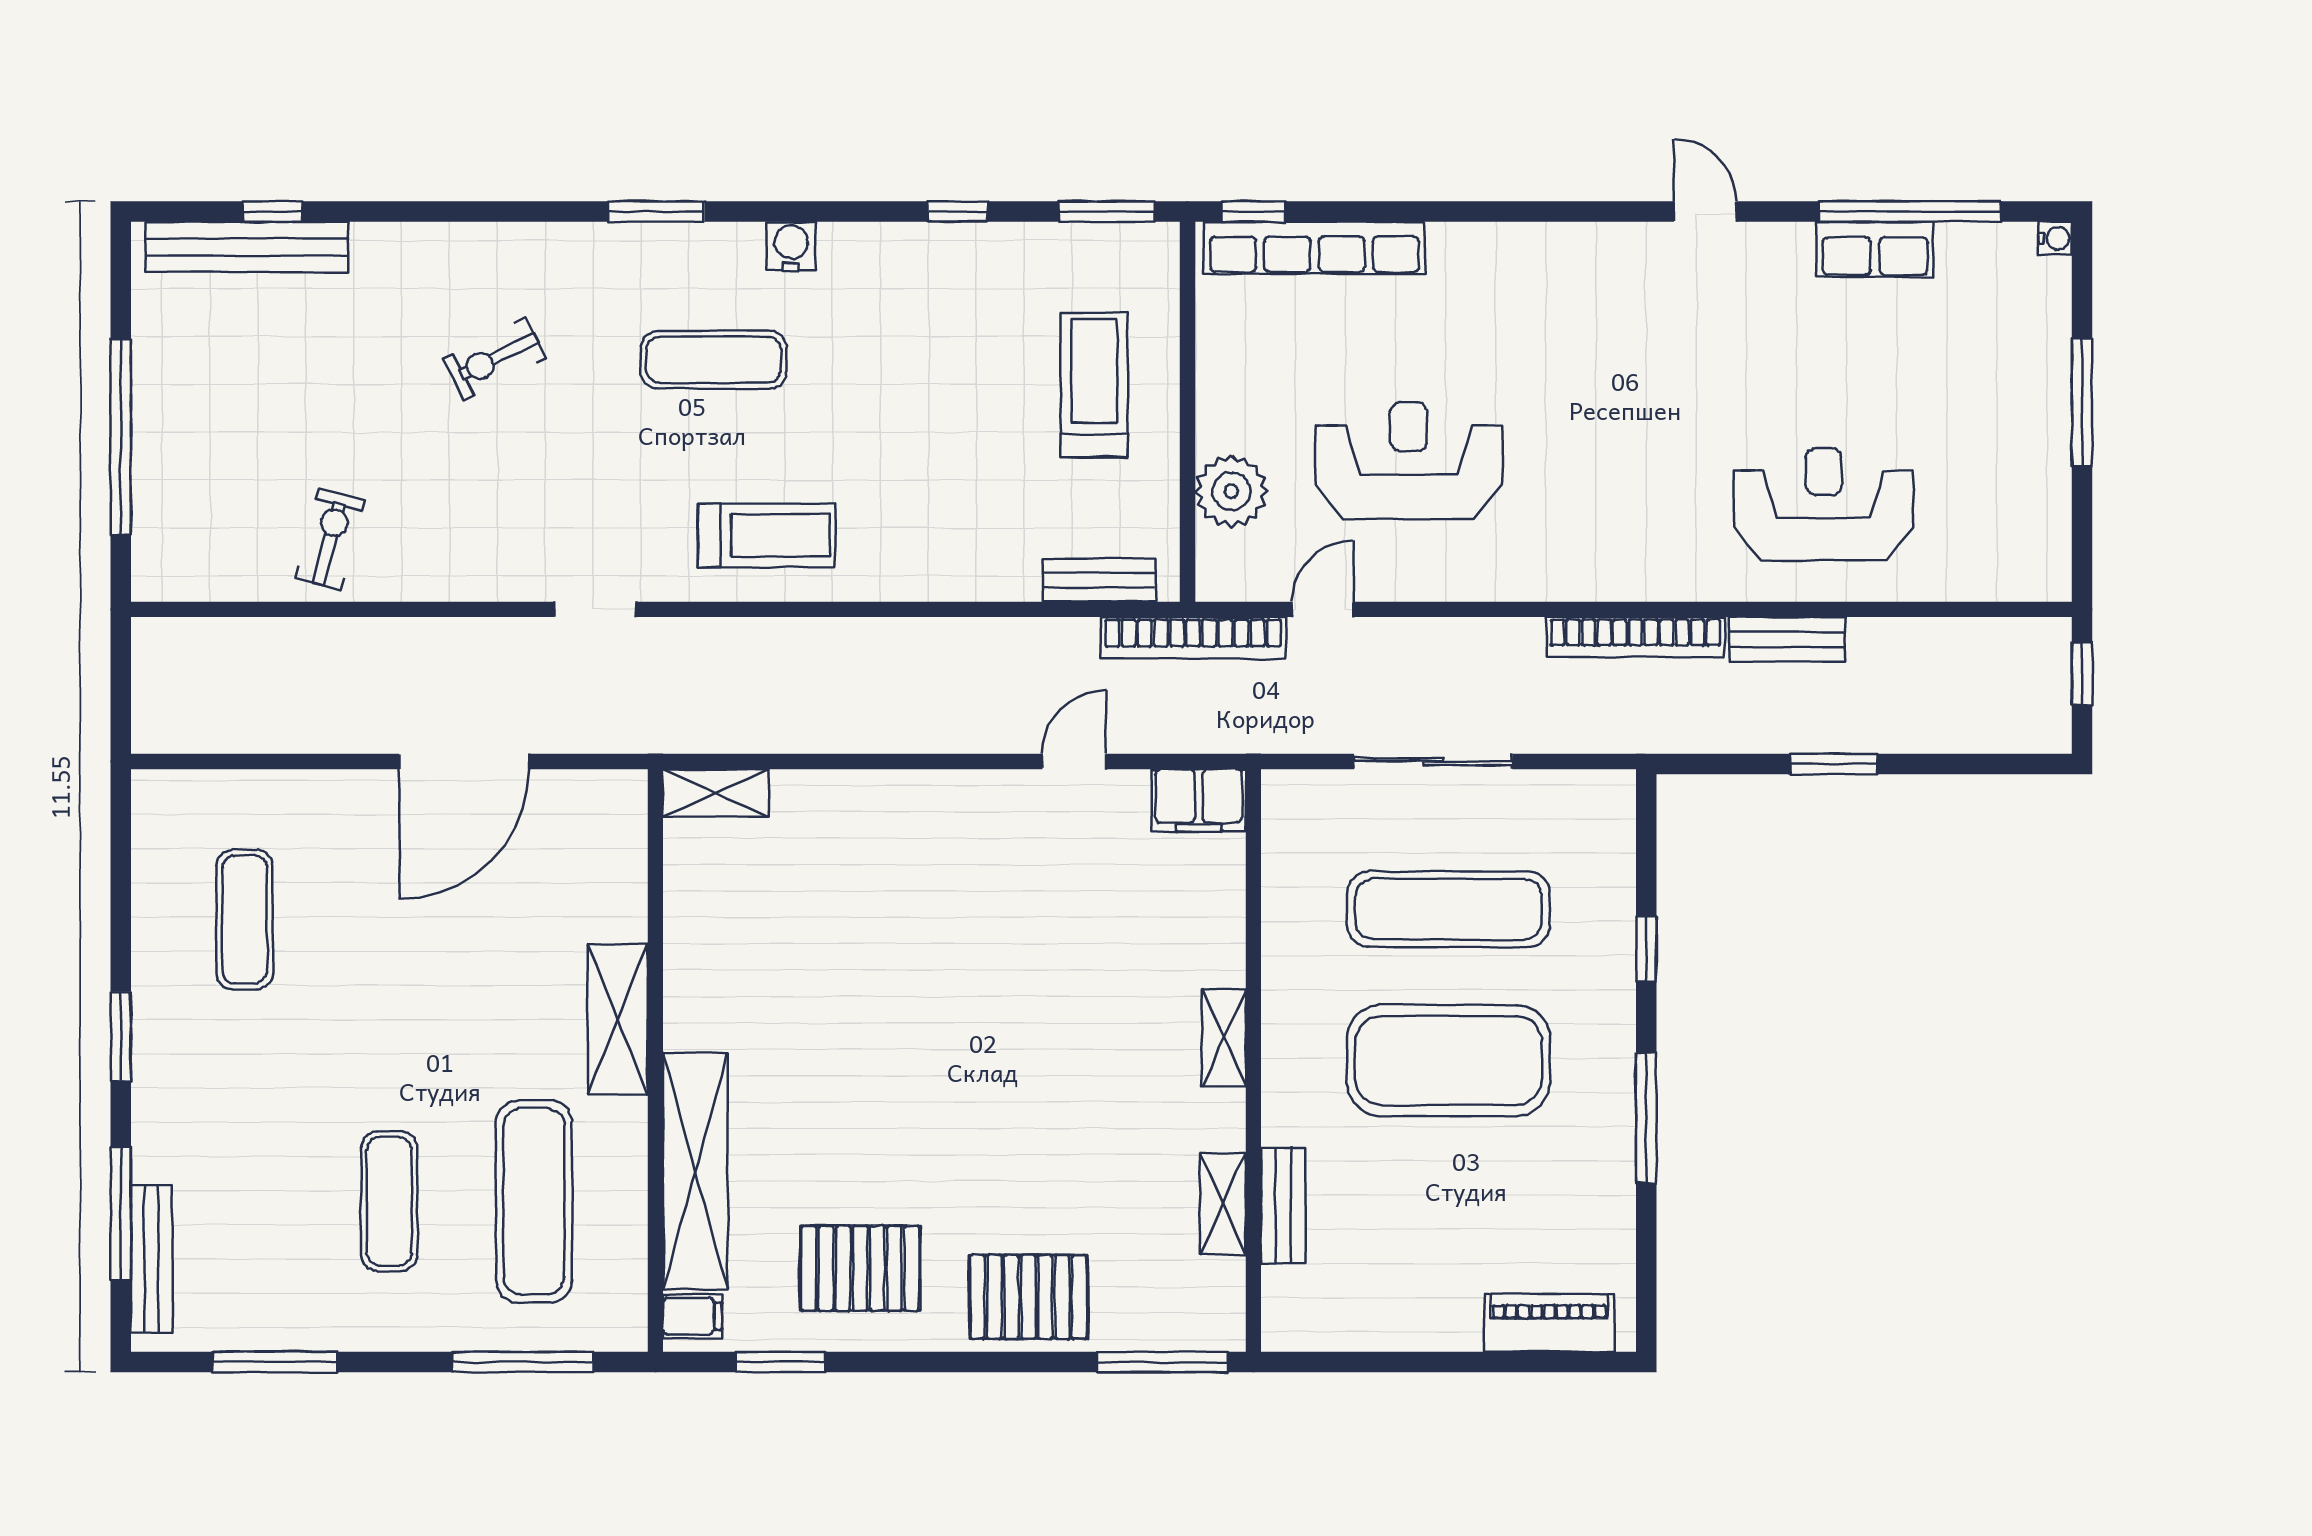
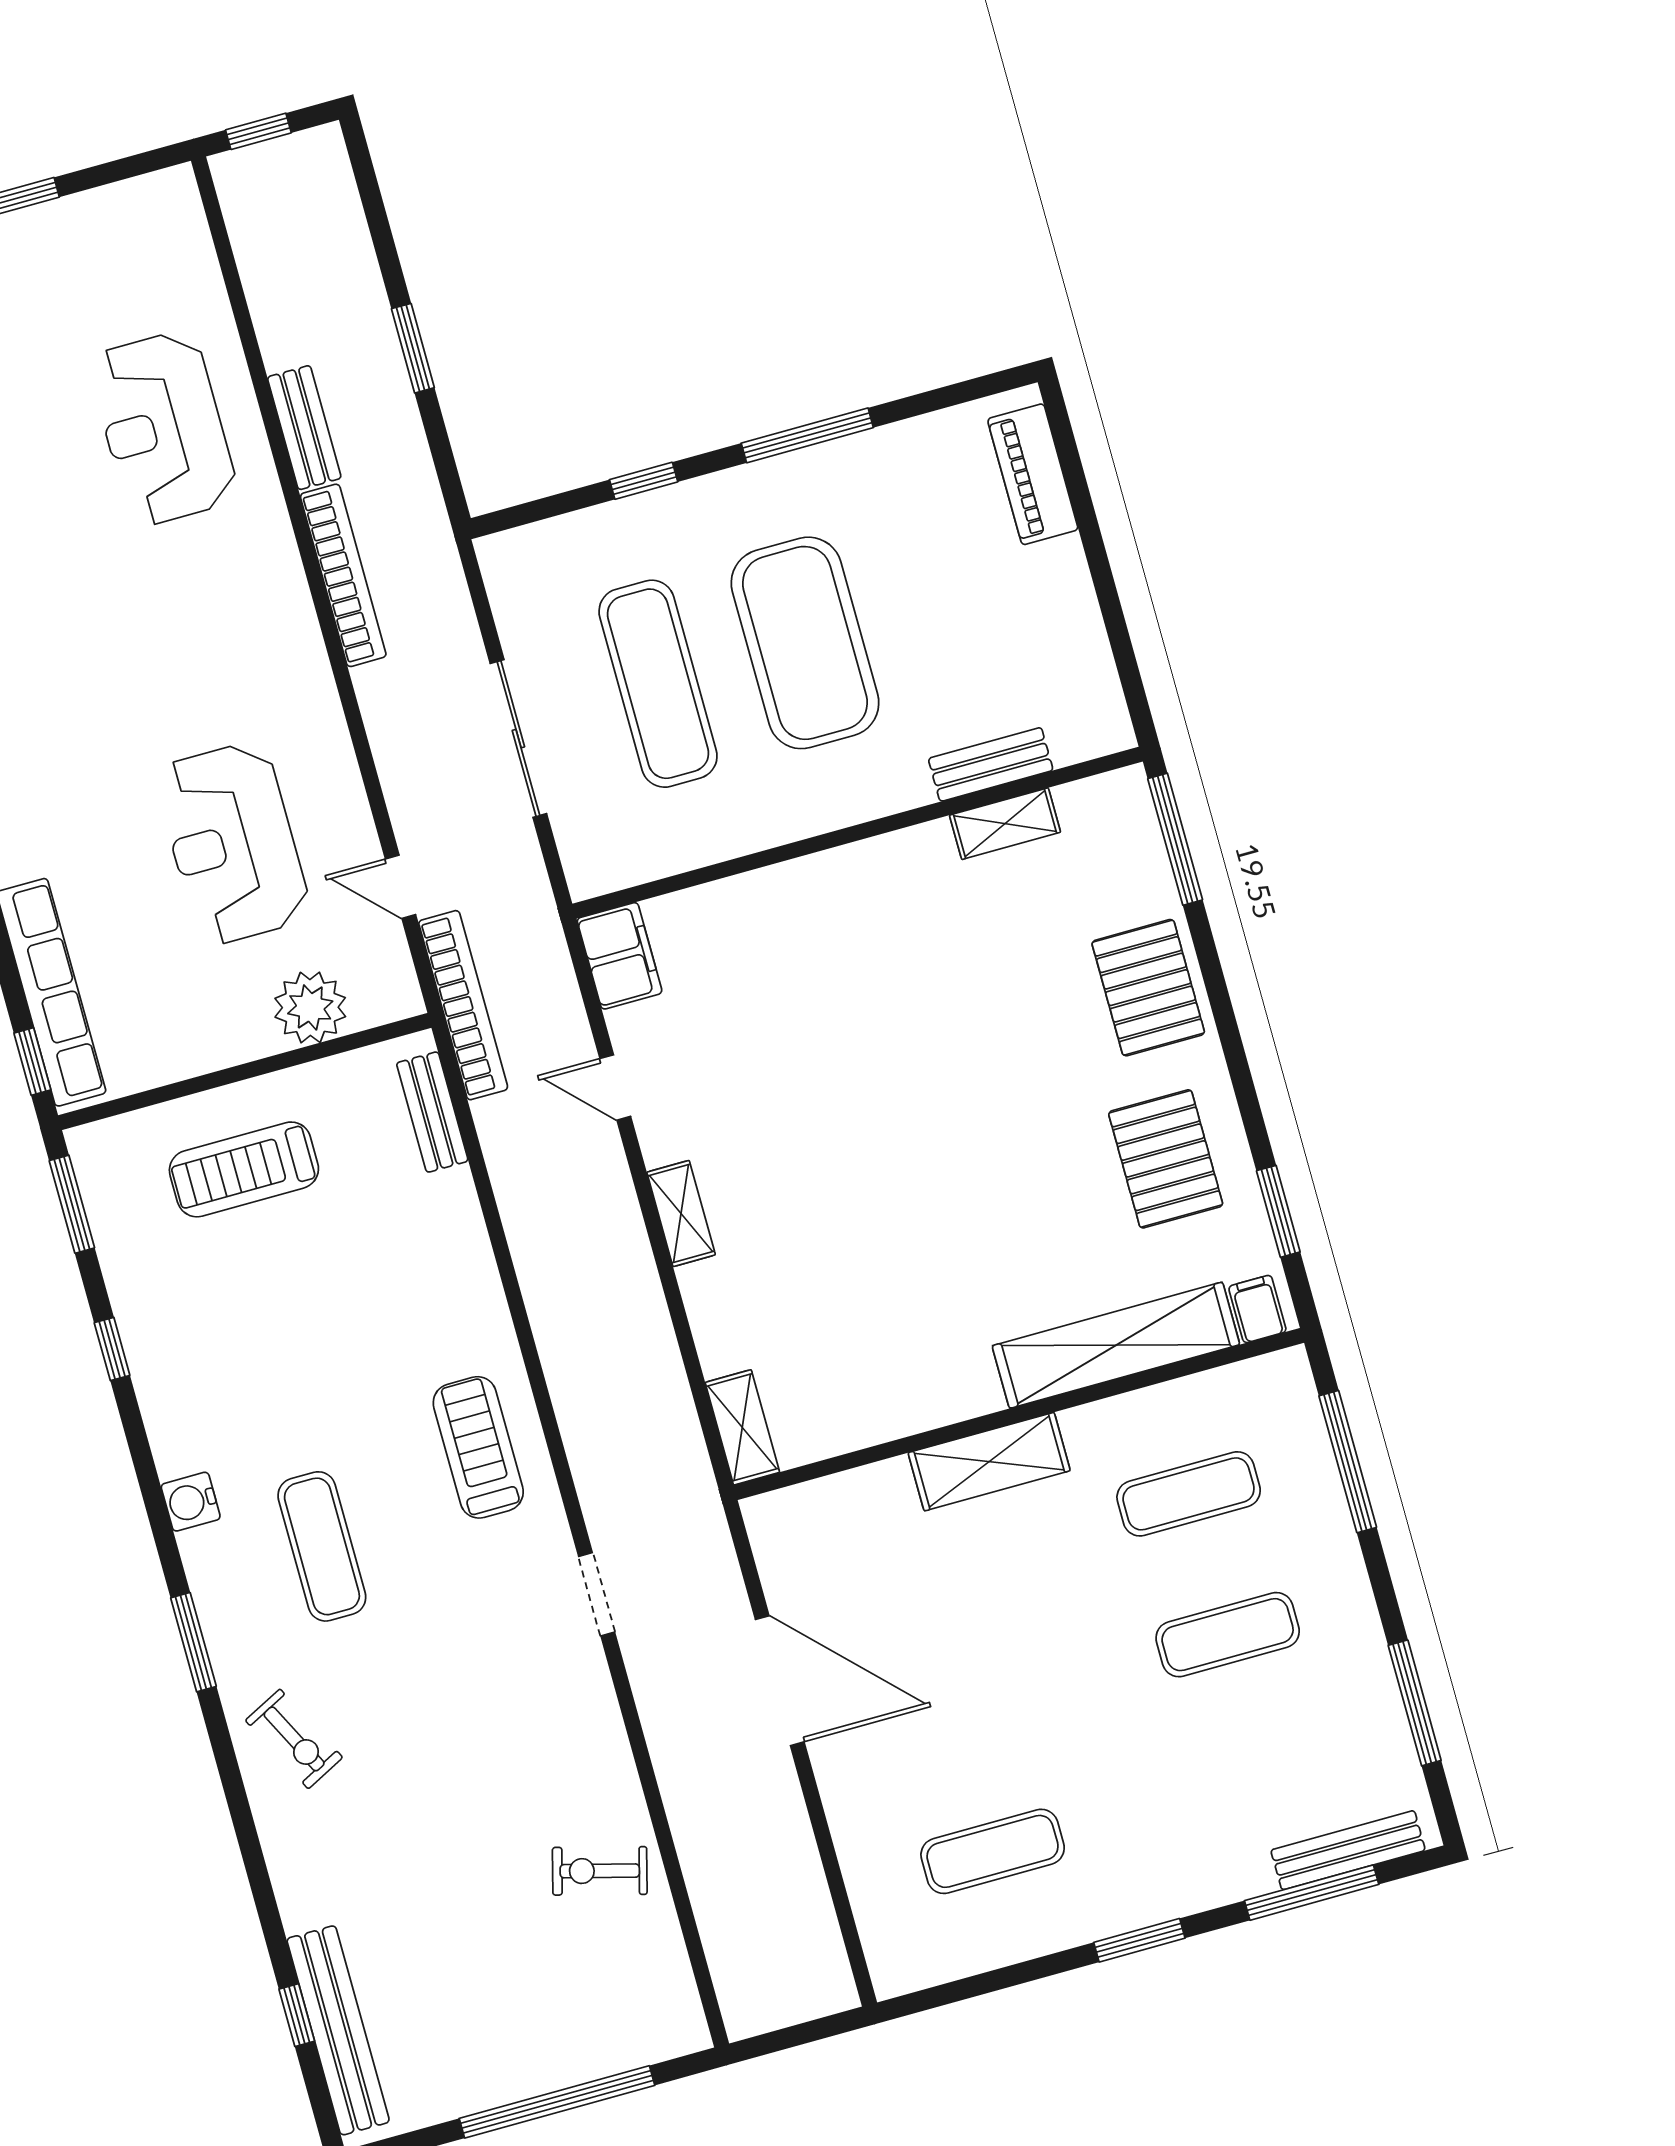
exercise bike: (495, 359) -> (294, 1739), moved
shelving: (1224, 1038) -> (681, 1213), moved, turned 90
exercise mat: (534, 1201) -> (1189, 1494), width x0.73, depth x0.69

